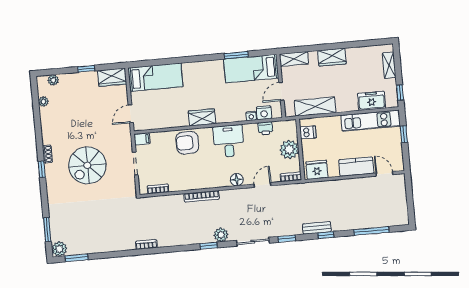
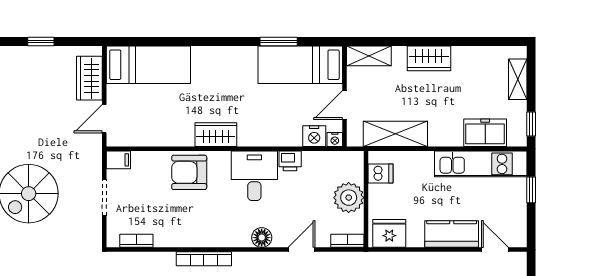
wardrobe: (112, 77) -> (89, 78), moved, turned 90
nightstand: (251, 116) -> (335, 139), moved
printer: (265, 128) -> (290, 161), moved

